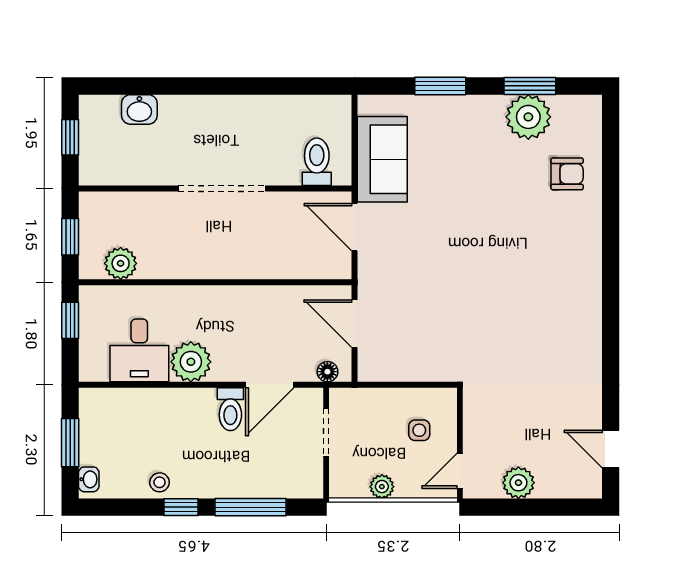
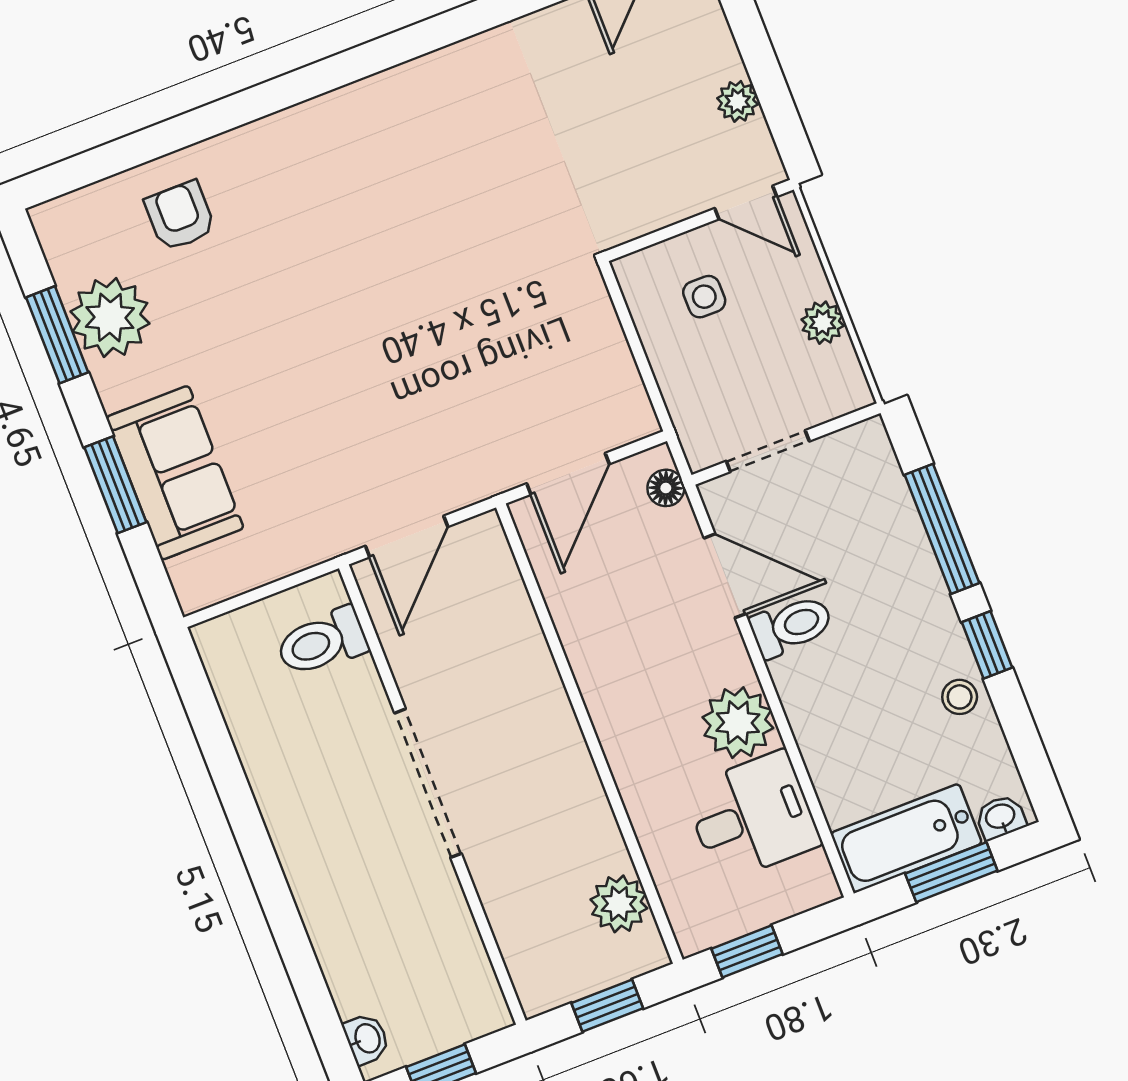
washbasin: (139, 109) -> (366, 1039), moved, width x0.72, depth x0.69
sofa: (382, 159) -> (175, 473), moved, turned 90
bathtub: (97, 426) -> (906, 838), added
plant: (518, 483) -> (738, 101), width x0.73, depth x0.73

